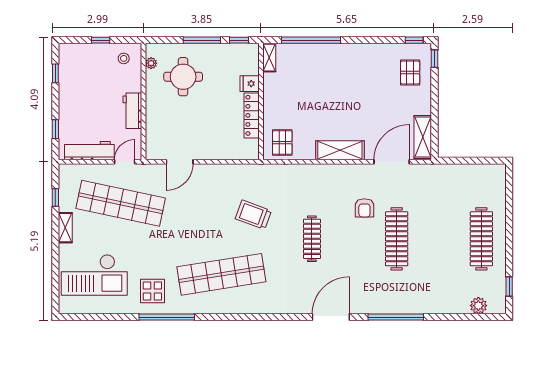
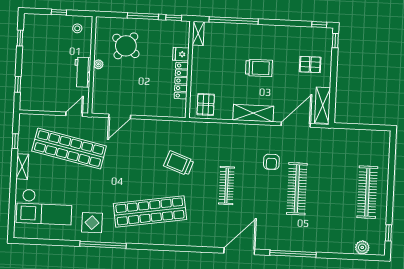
plant: (151, 63) -> (98, 64), moved
pallet: (410, 72) -> (310, 64), moved, turned 90
round table: (183, 77) -> (126, 46), turned 38
trolley: (344, 96) -> (259, 68), added
workbench: (89, 151) -> (45, 104), removed

